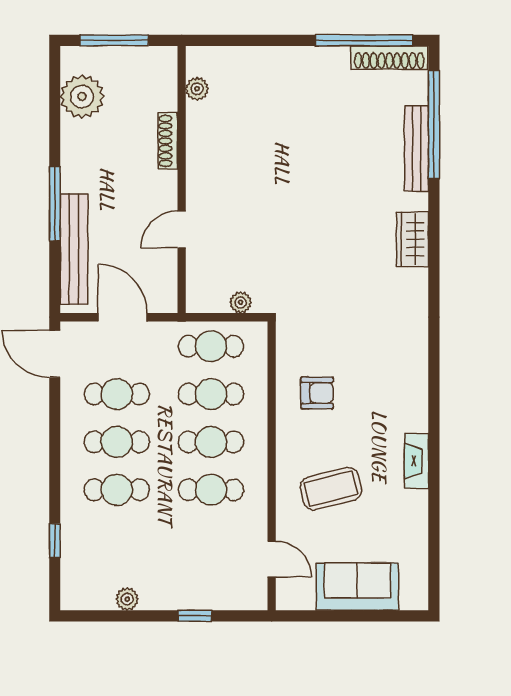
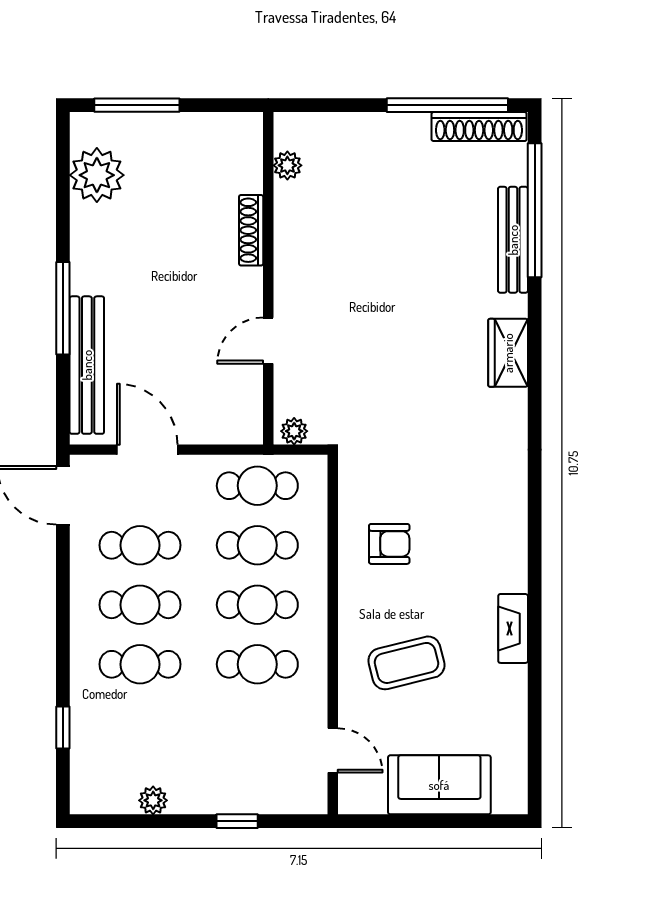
plant: (197, 89) -> (287, 165), moved
shoe rack: (168, 141) -> (251, 230), moved
wall: (182, 179) -> (268, 278), moved
door: (182, 230) -> (268, 341), moved

